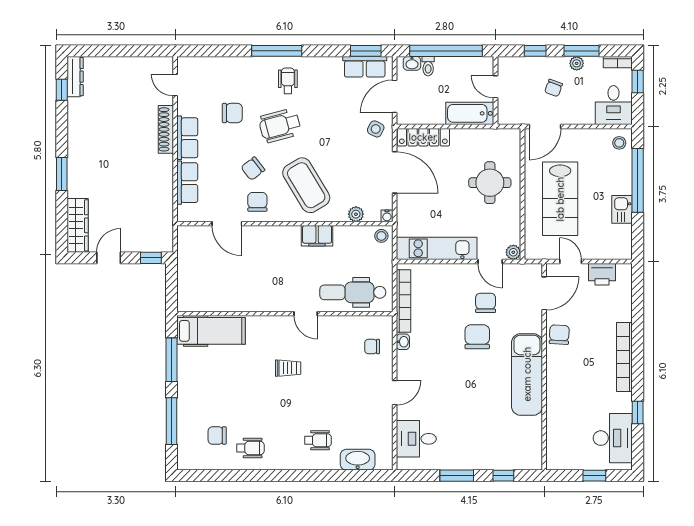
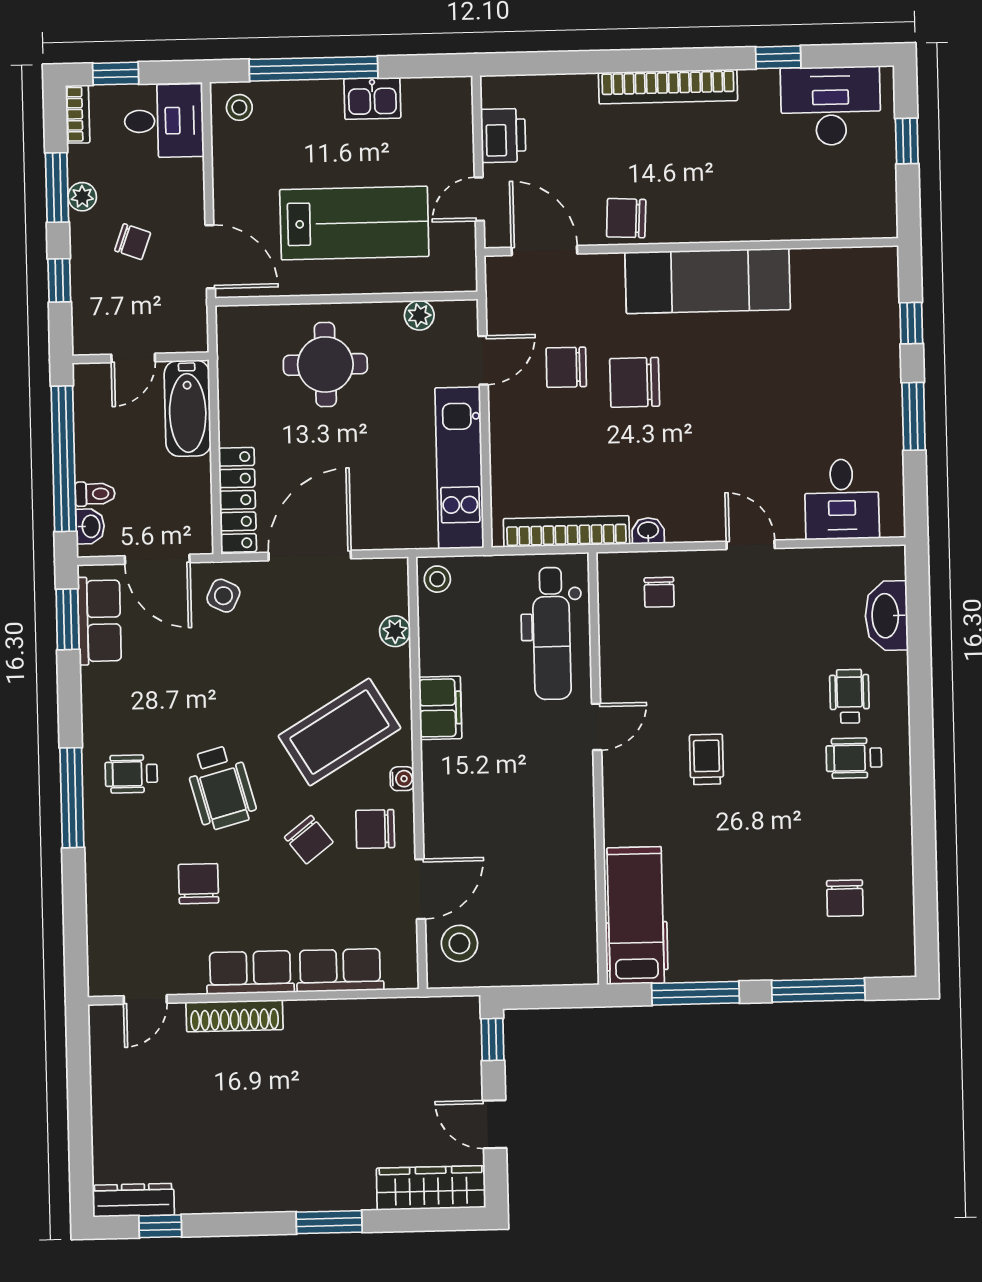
water cooler: (387, 216) -> (402, 779), moved
stool: (199, 243) -> (459, 943), added
plant: (513, 252) -> (419, 315), moved
wheelchair: (250, 448) -> (854, 758), moved, turned -90

